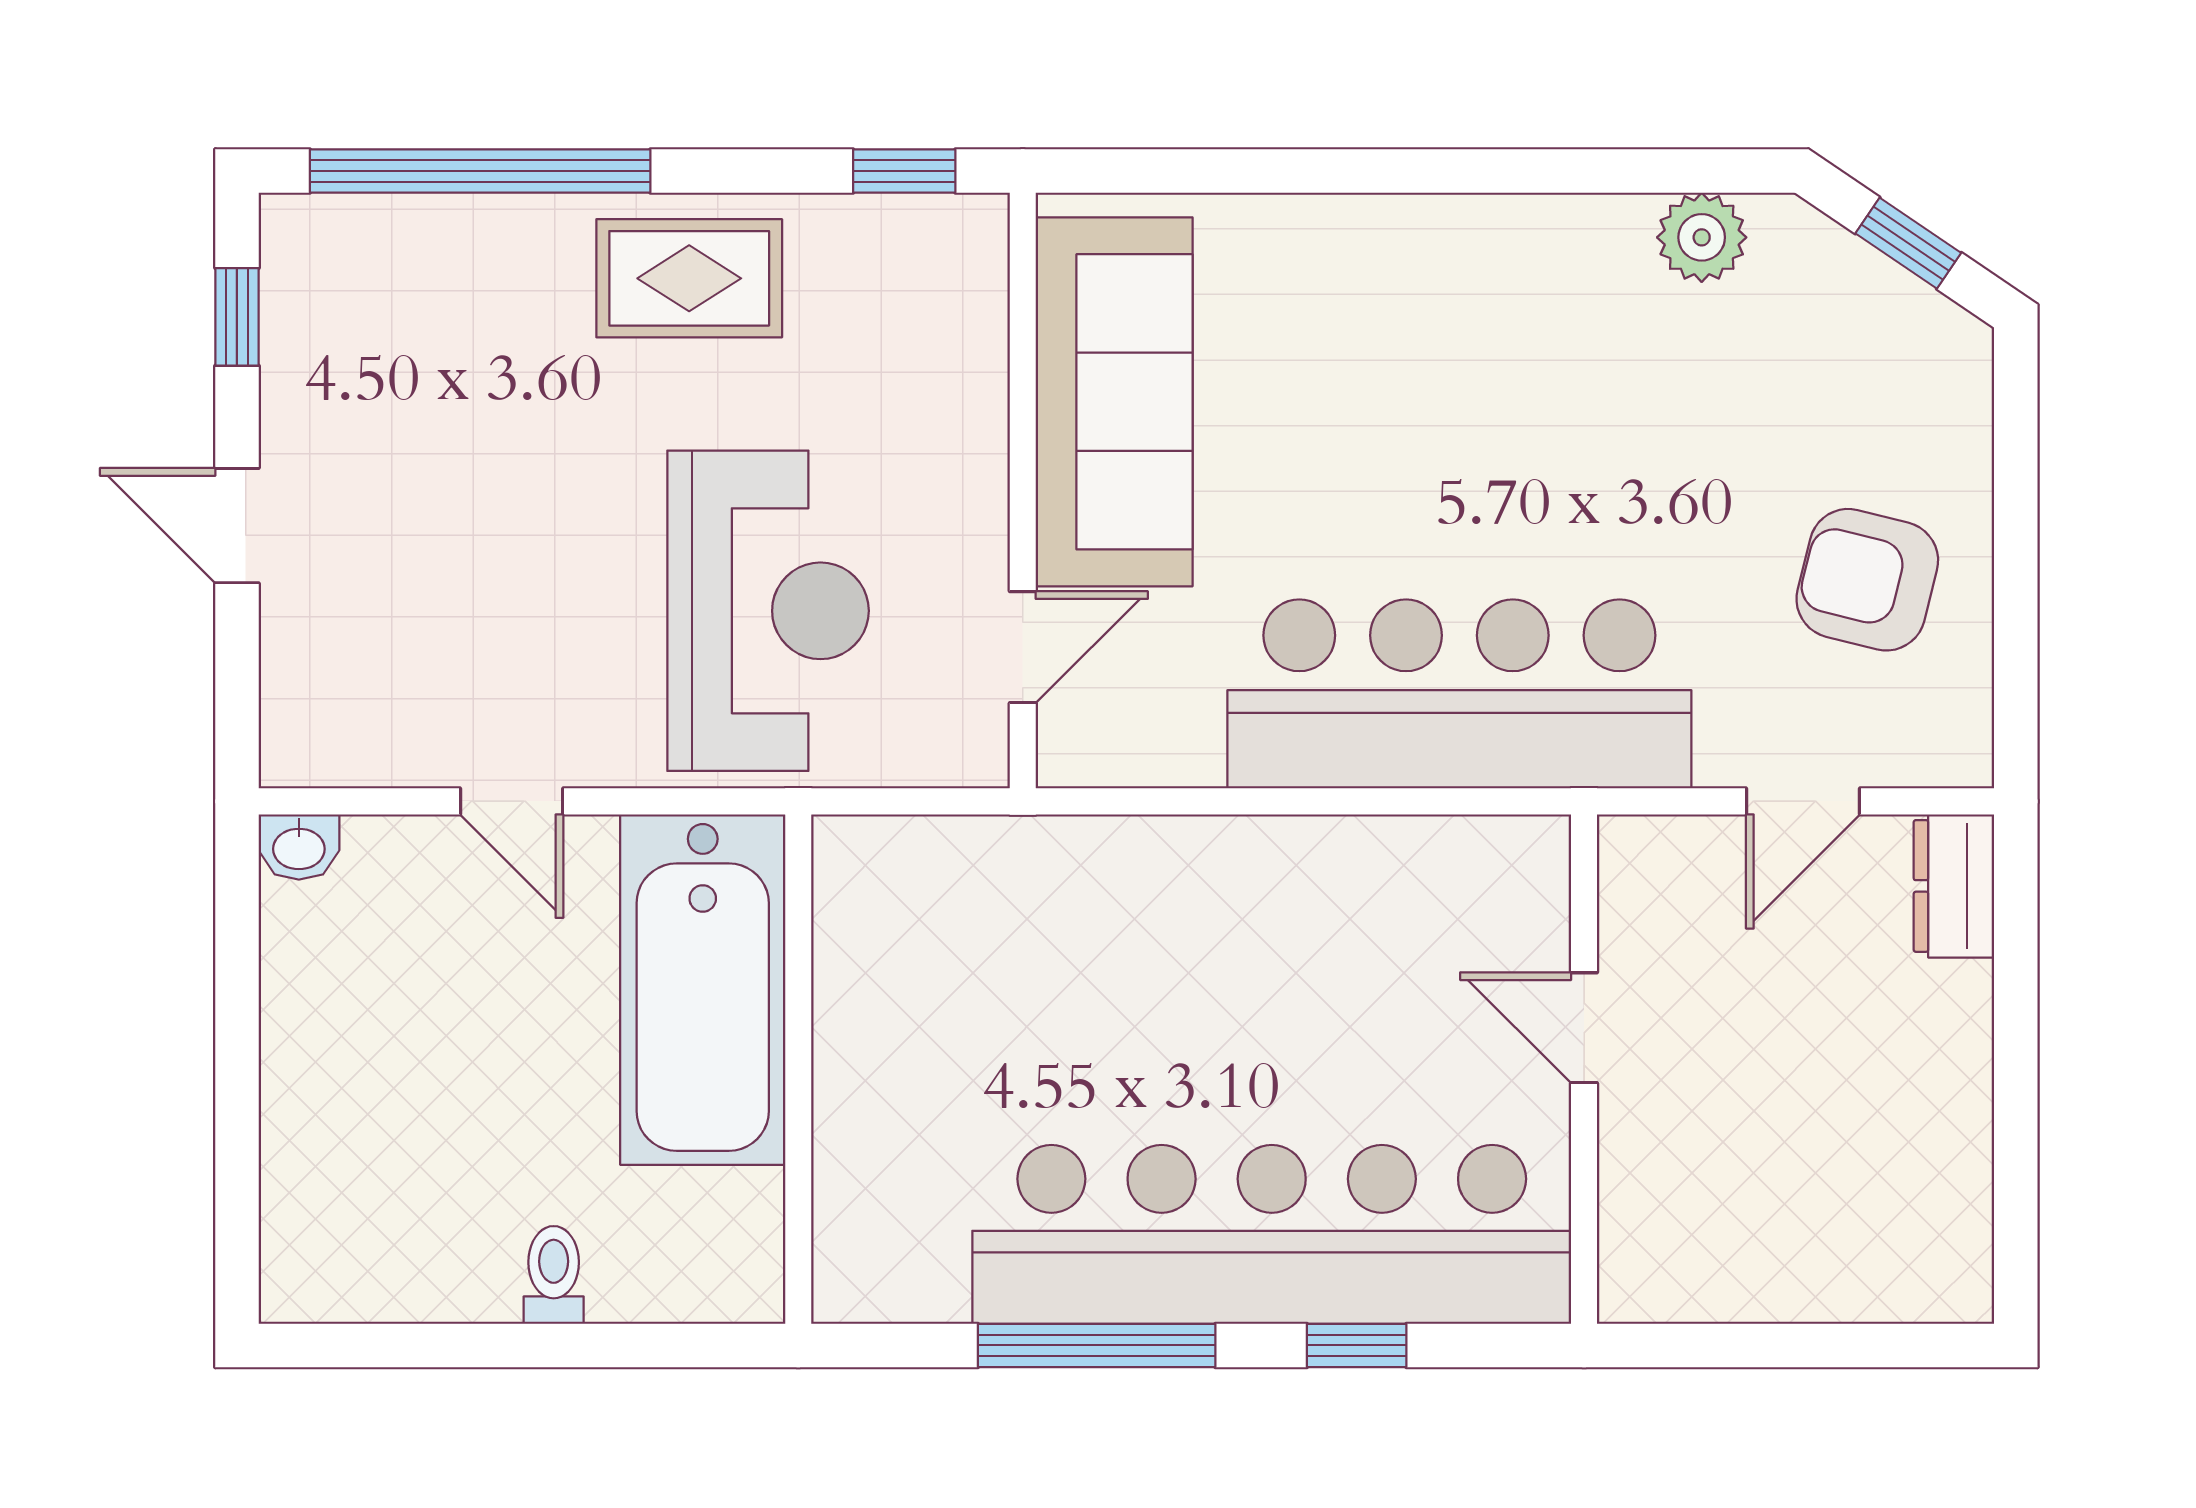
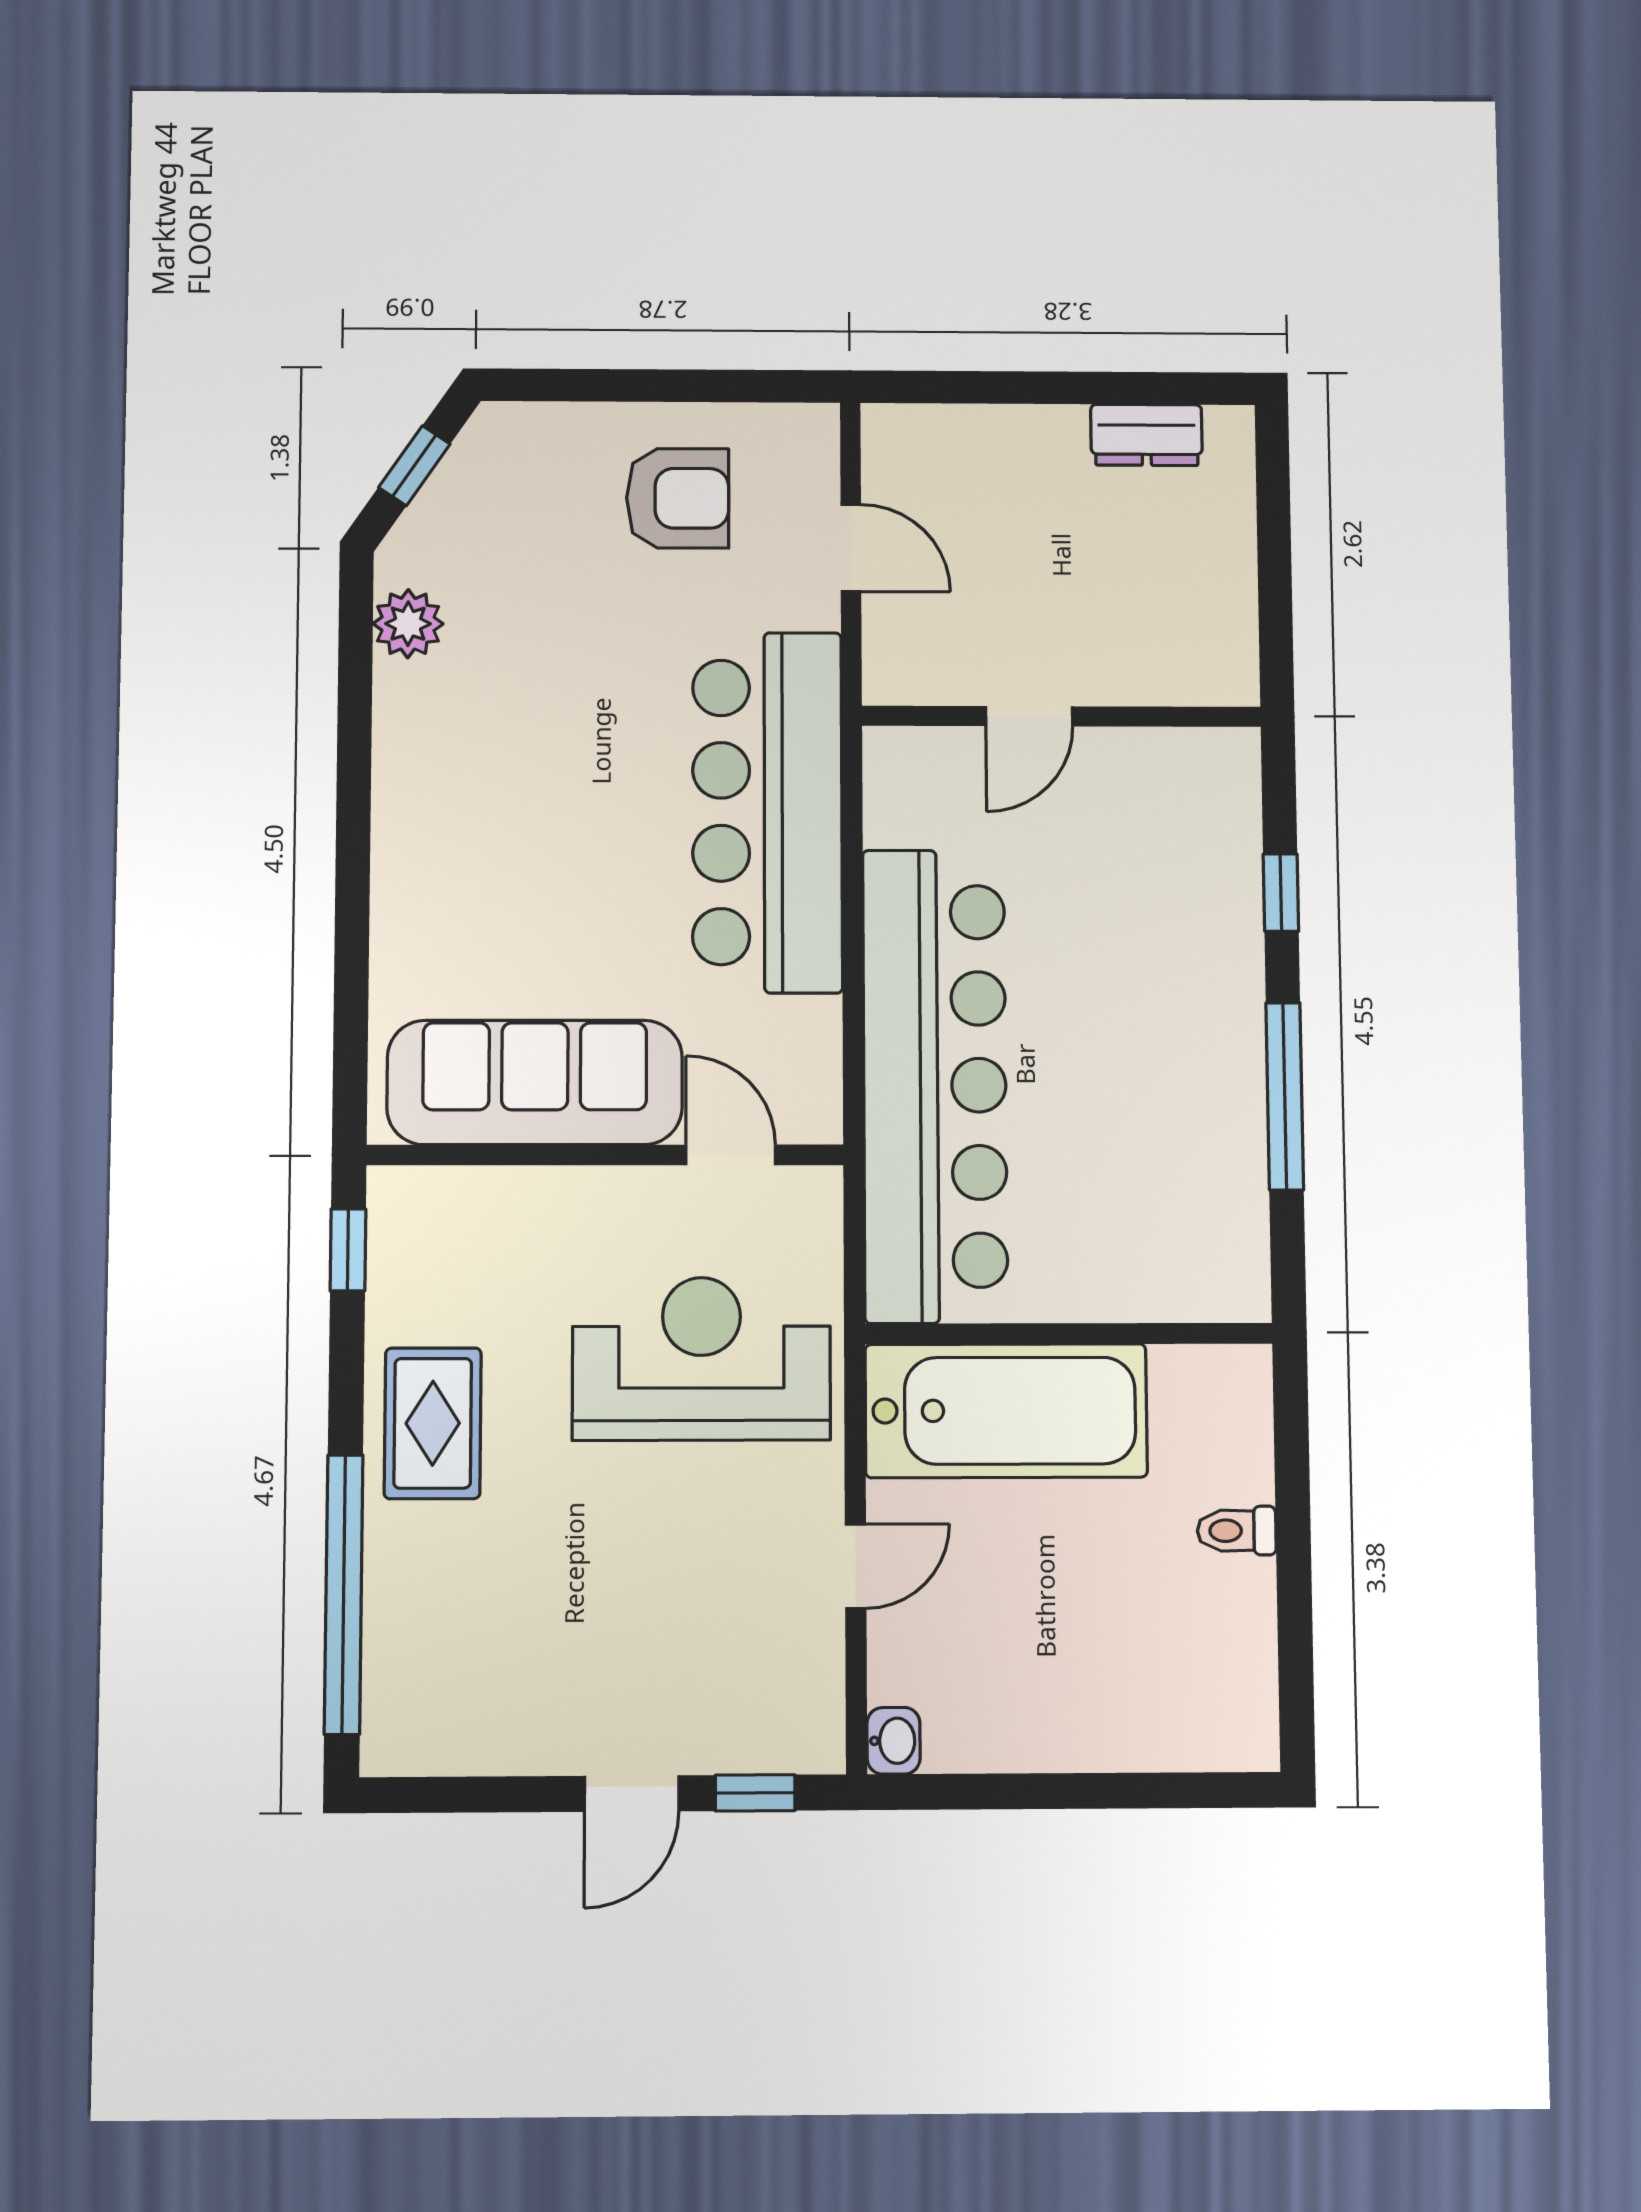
window: (237, 317) -> (755, 1793), moved
armchair: (1867, 580) -> (678, 498), turned -104
dresser: (1954, 886) -> (1146, 435), moved
bar counter: (1272, 1234) -> (935, 1085), moved, turned 180

